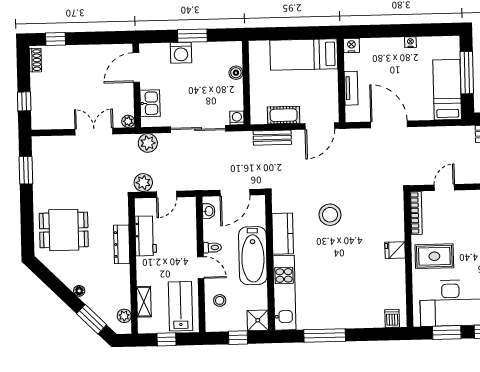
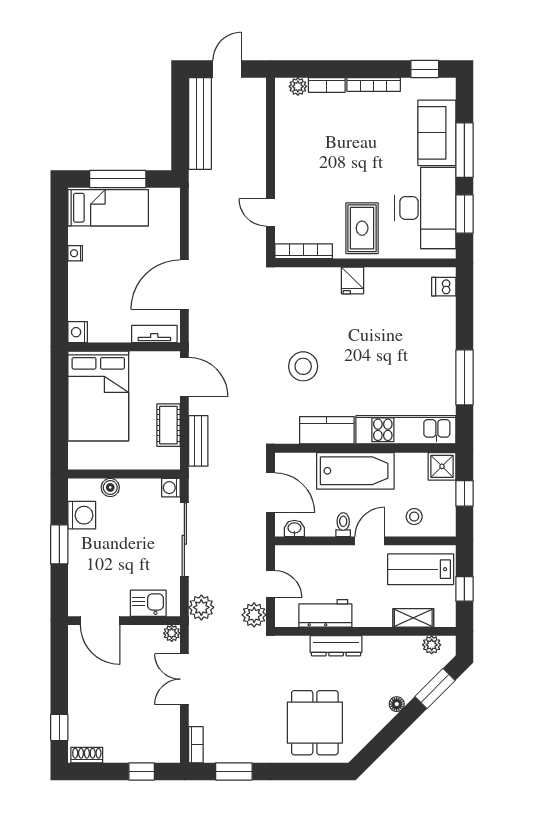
washing machine: (181, 53) -> (82, 515), moved
bed: (304, 55) -> (98, 396), width x1.50
tv unit: (351, 88) -> (154, 334), moved
bed: (447, 90) -> (108, 208), moved, turned 180
bookcase: (45, 141) -> (196, 745), added

